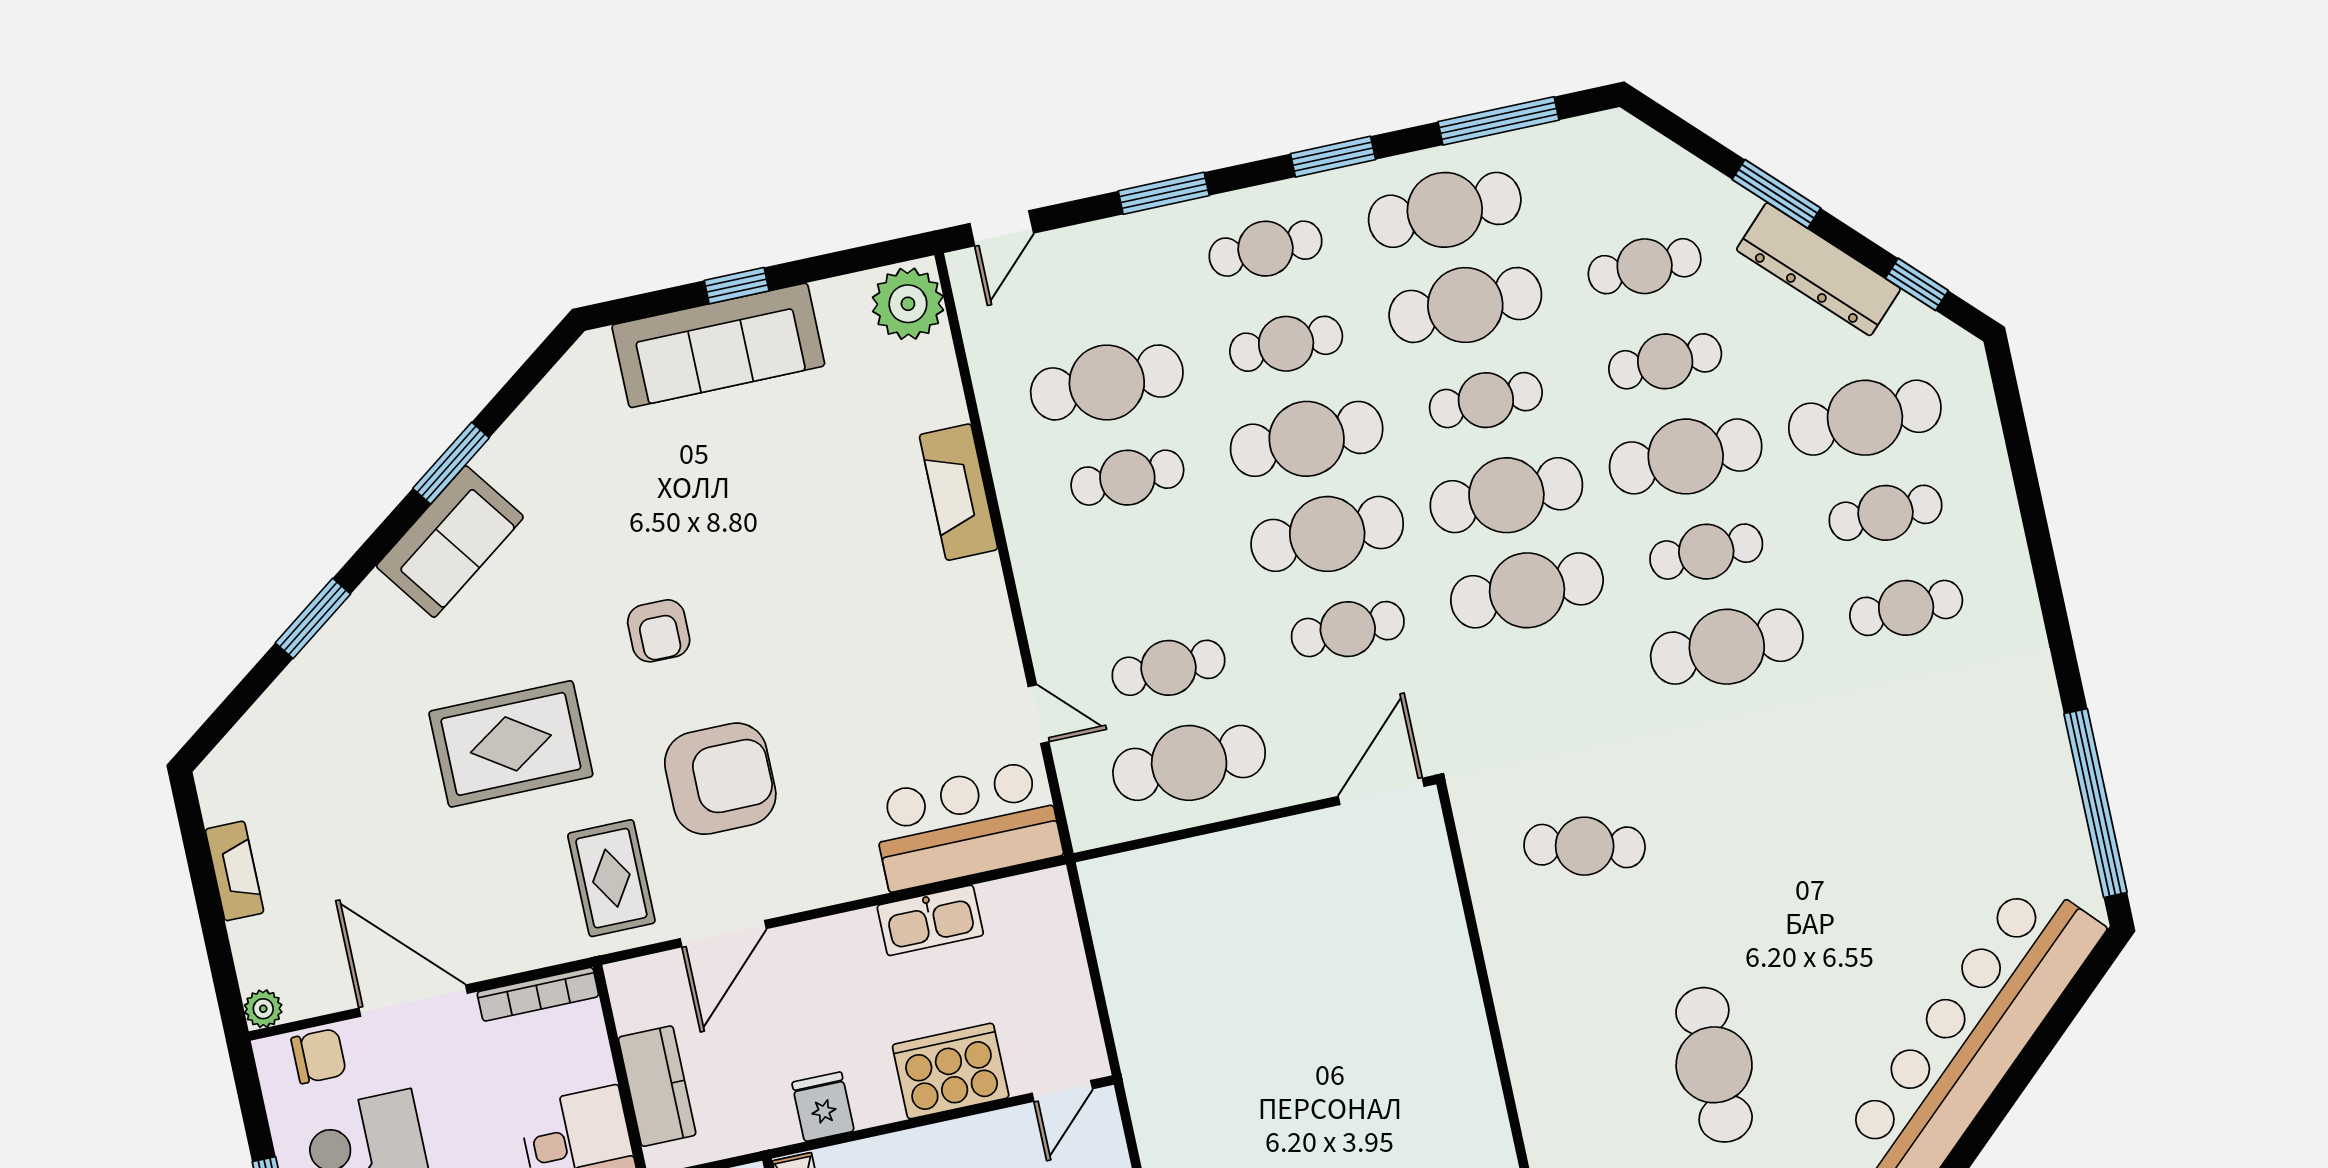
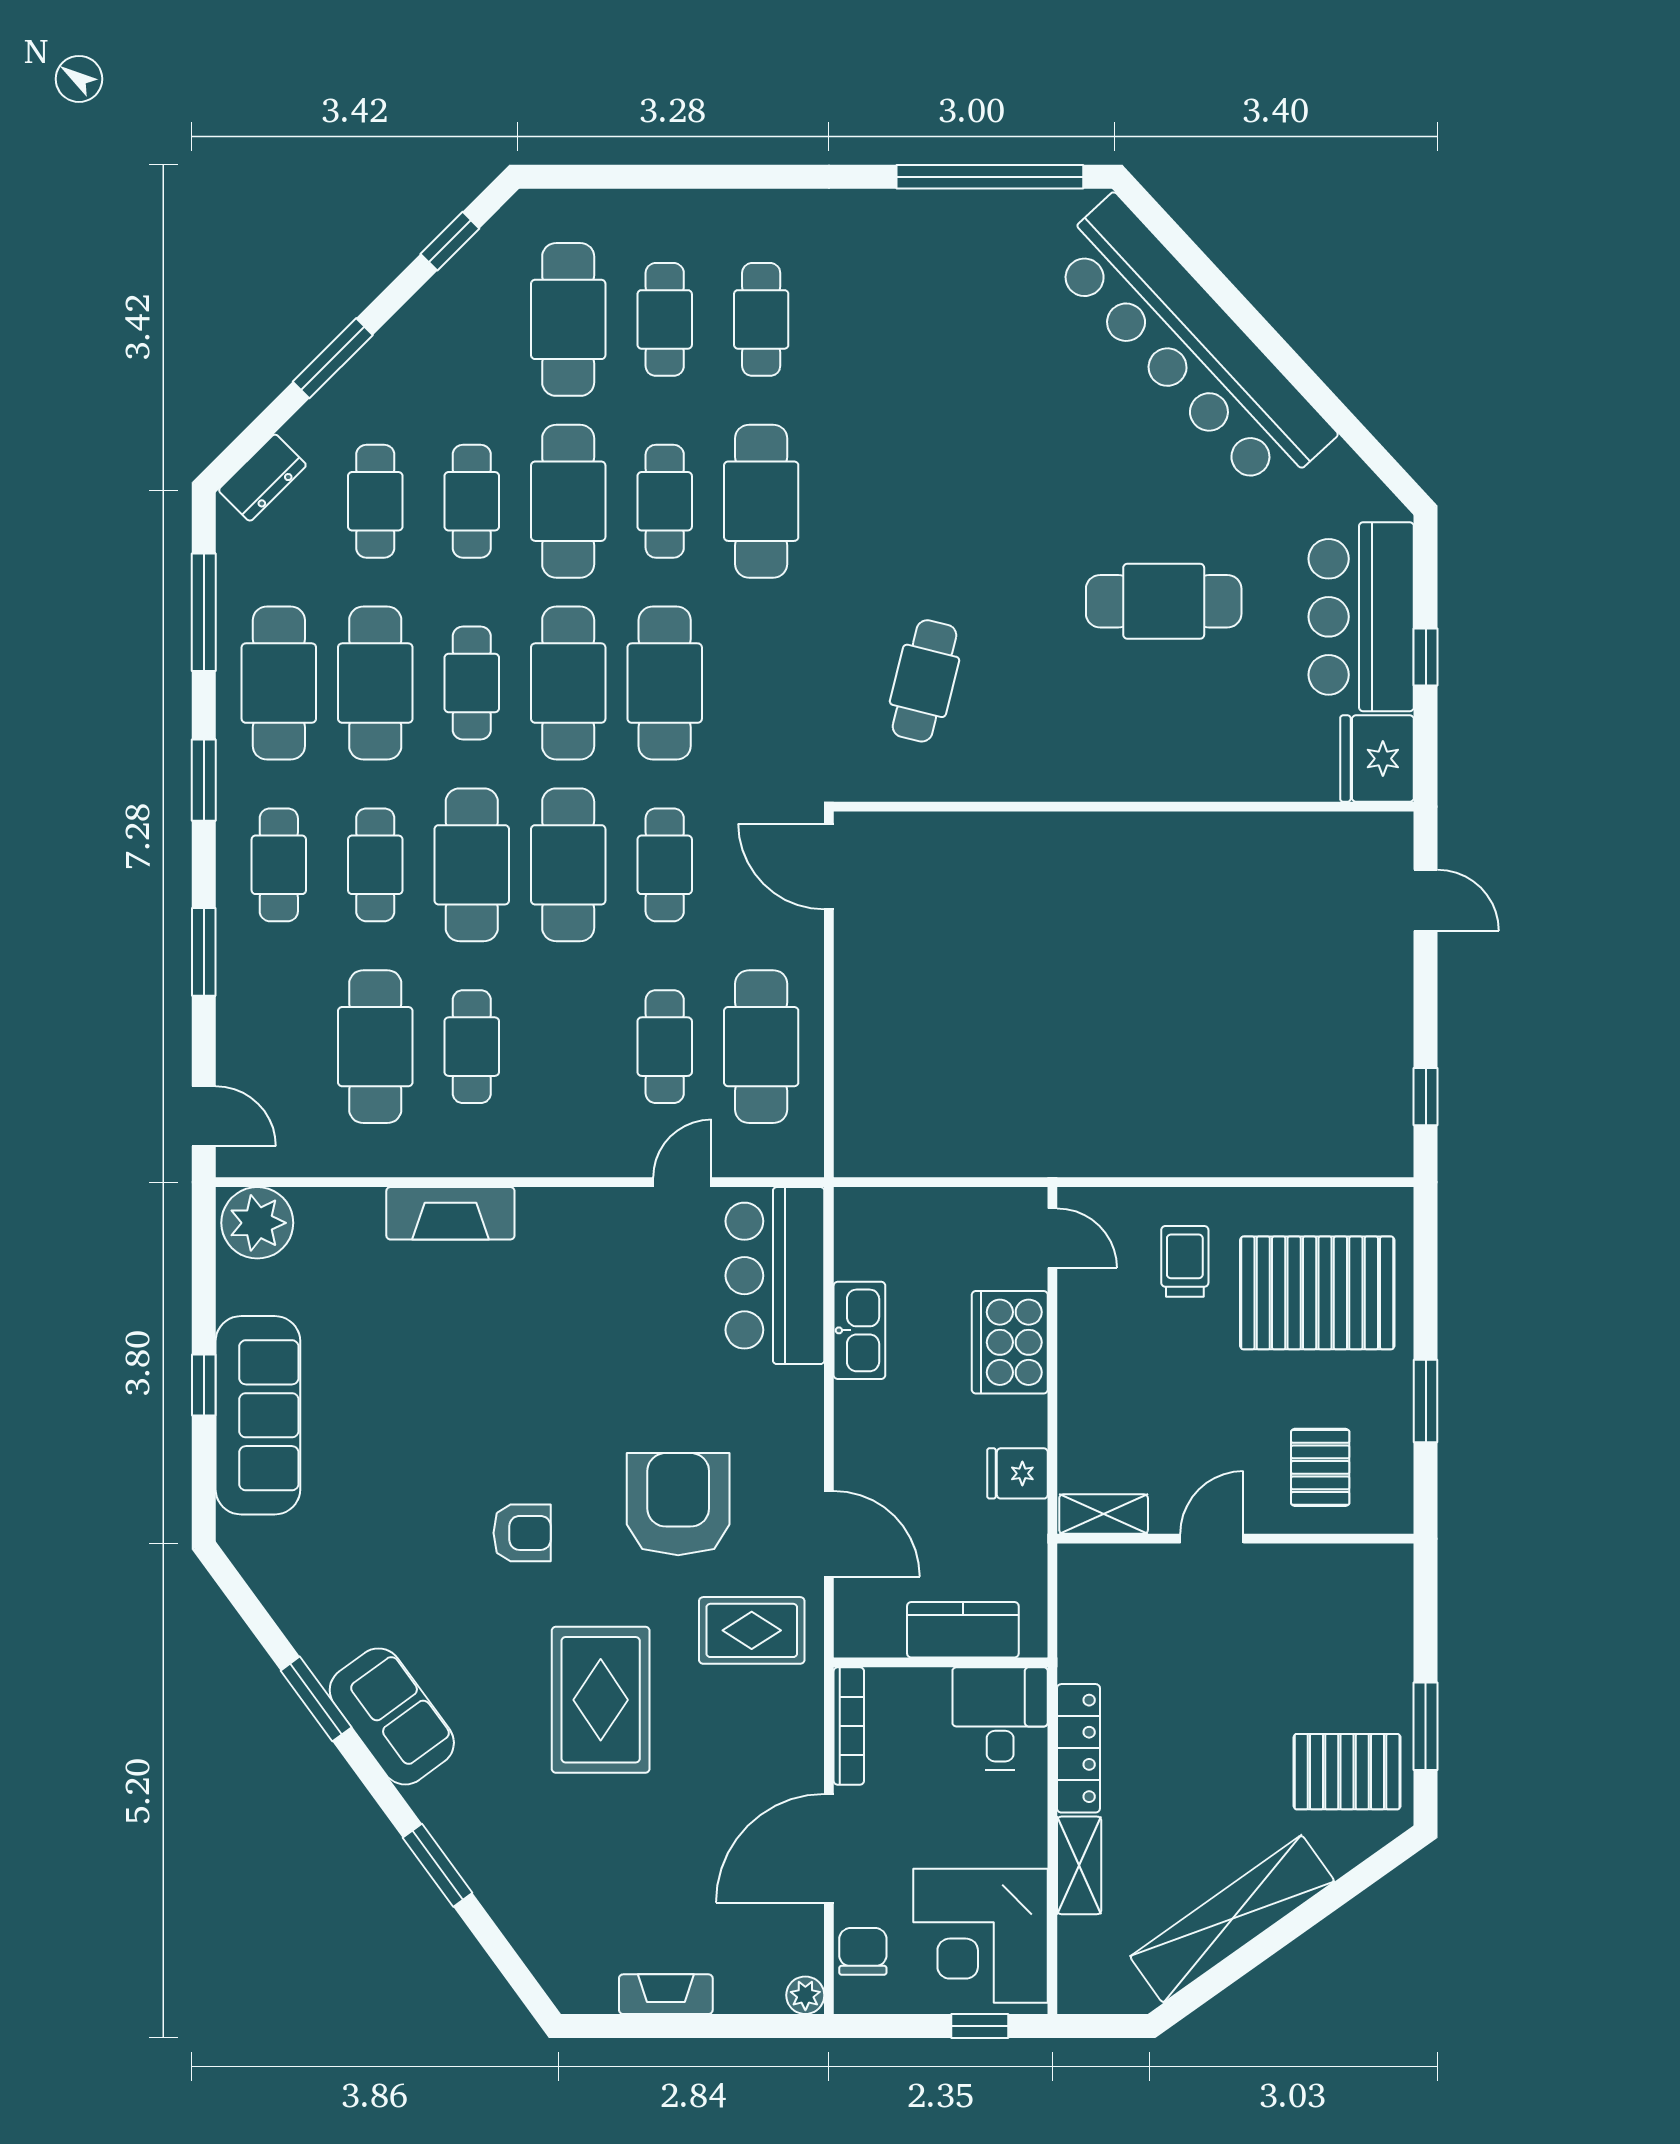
dresser: (1818, 269) -> (262, 478), moved, width x0.51, depth x0.80

